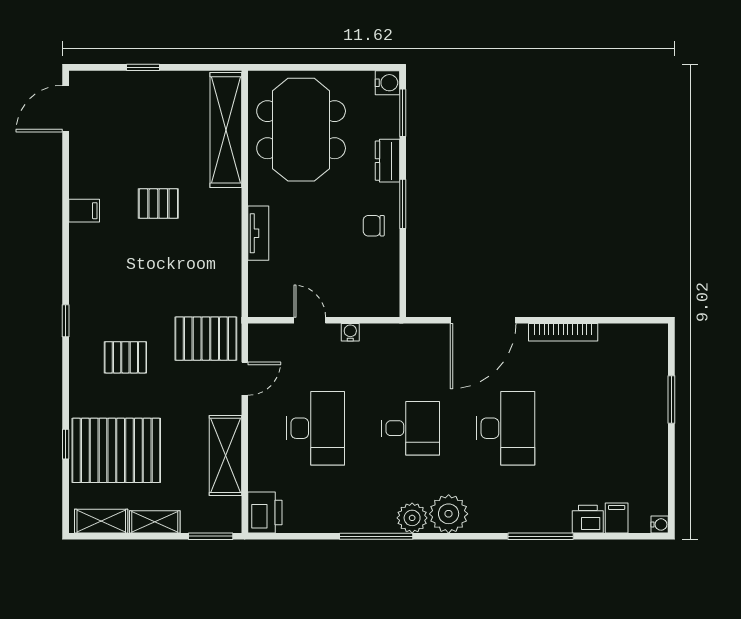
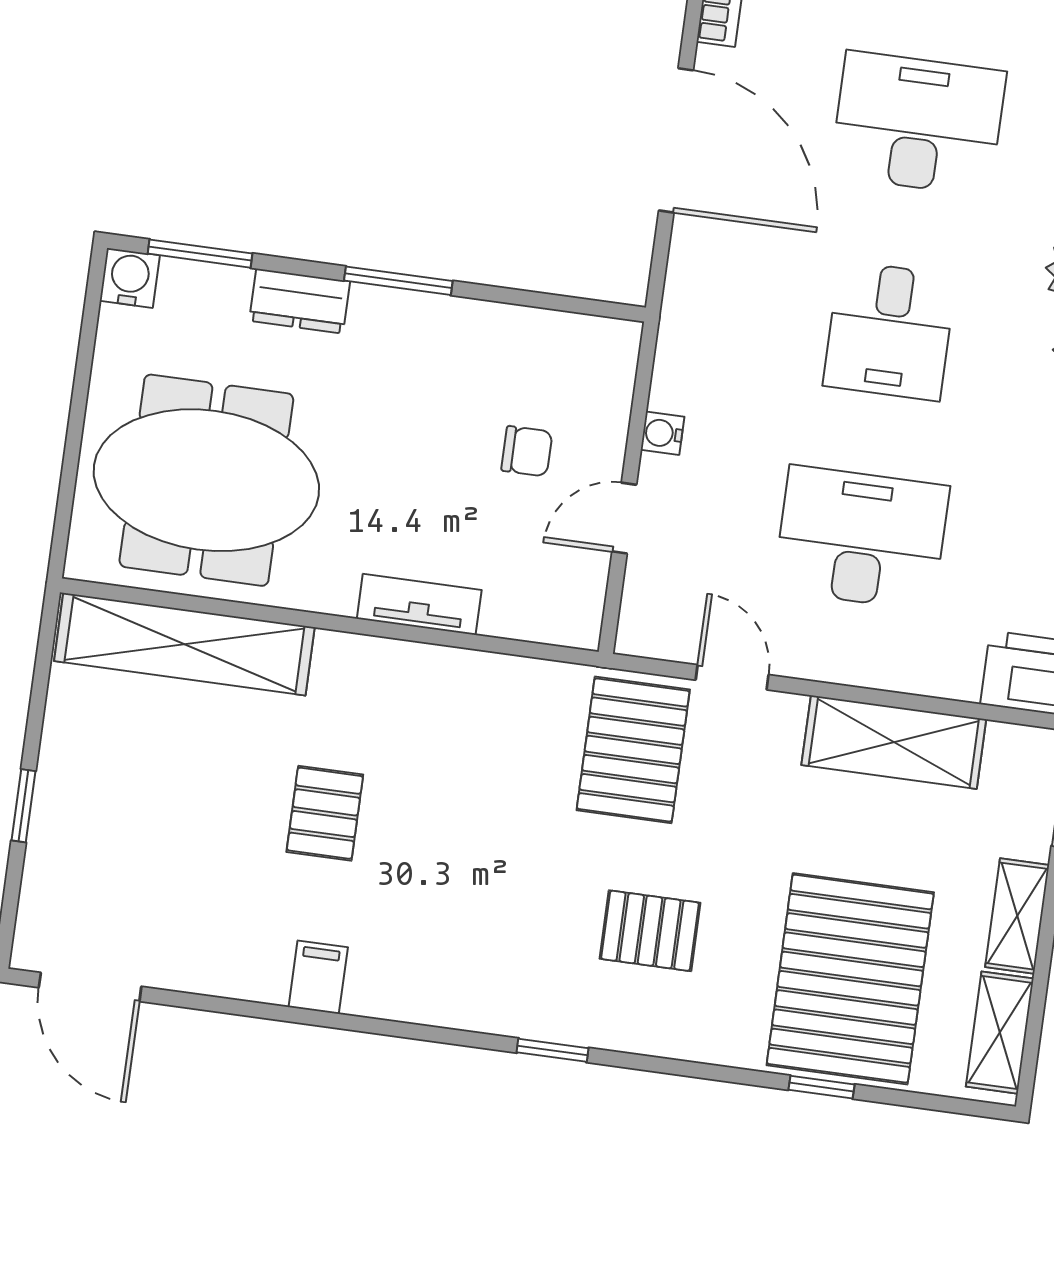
chair: (374, 226) -> (527, 451), moved, turned -90
pallet: (125, 357) -> (650, 931), turned 90
desk: (410, 428) -> (890, 331), turned 180

